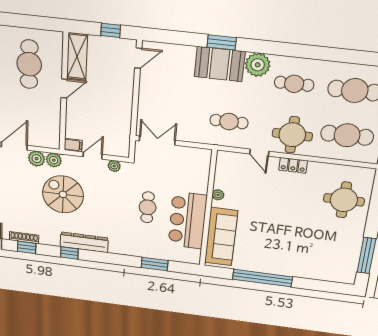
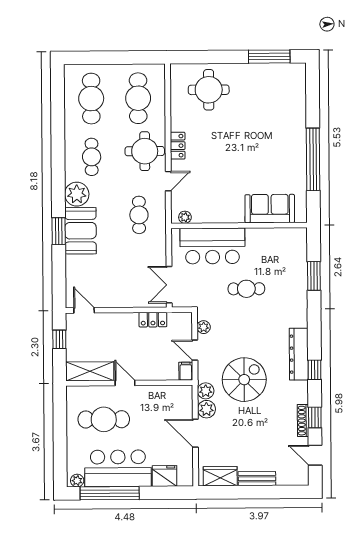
locker: (124, 122) -> (153, 320), added
spiral stairs: (63, 194) -> (244, 380), turned 180
plant: (218, 195) -> (185, 217), moved
bar counter: (187, 220) -> (212, 246), moved
sofa: (221, 237) -> (270, 209), width x0.73

